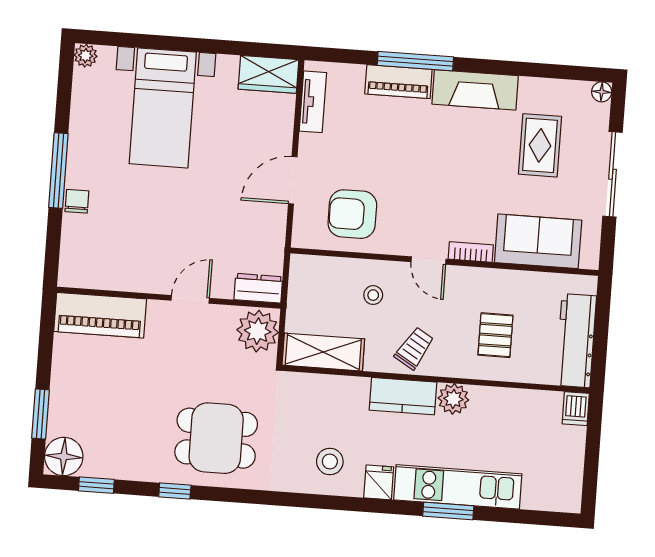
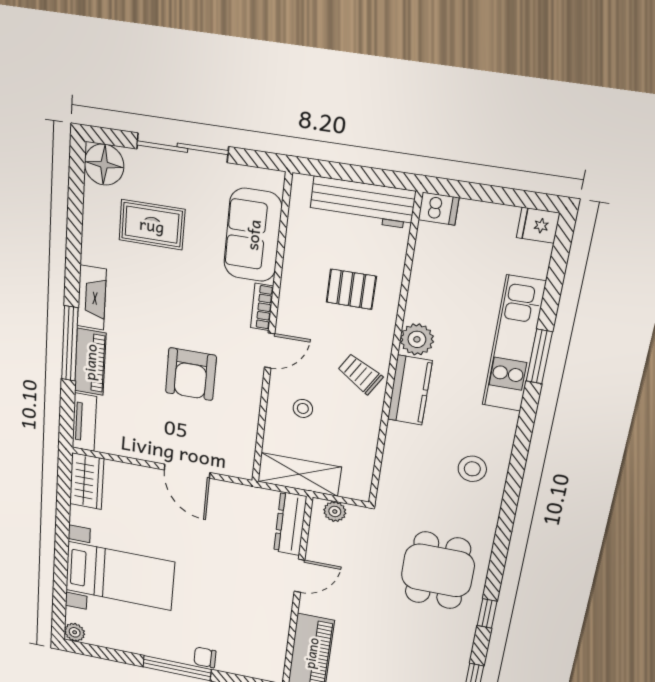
fireplace: (475, 90) -> (92, 298), width x0.73, depth x0.76
floor lamp: (602, 92) -> (104, 165), width x1.89, depth x1.89
tv unit: (313, 102) -> (84, 422), moved, turned 90
armchair: (352, 214) -> (191, 374), moved
dresser: (258, 288) -> (290, 524), width x1.44
door: (190, 299) -> (299, 576), swing flipped
plant: (258, 331) -> (335, 512), width x0.53, depth x0.53
shelving: (323, 352) -> (299, 474), moved, turned 90
fridge: (379, 482) -> (538, 225), moved

